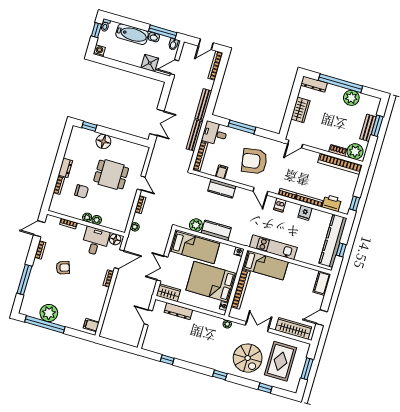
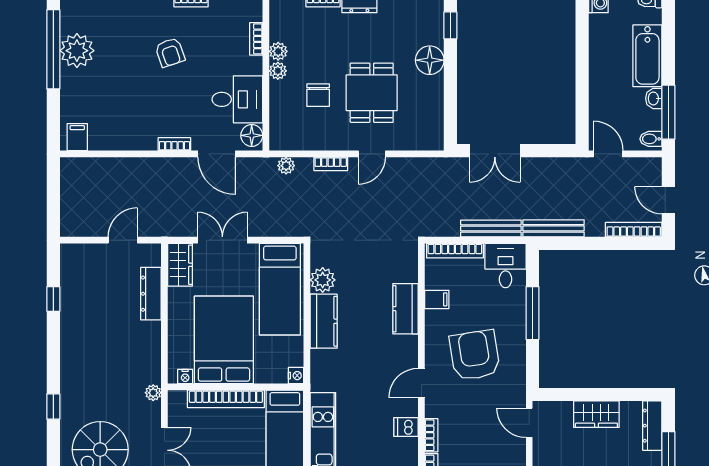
shower: (150, 63) -> (603, 105), removed
chair: (82, 191) -> (318, 95), moved
plant: (97, 220) -> (278, 51), moved

